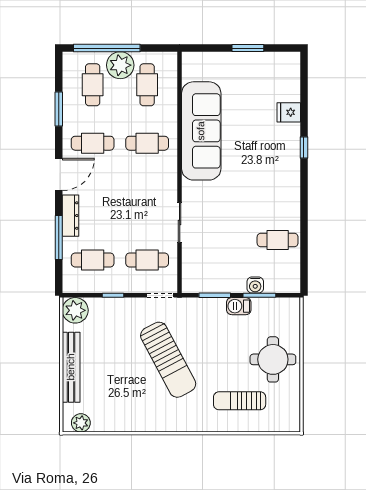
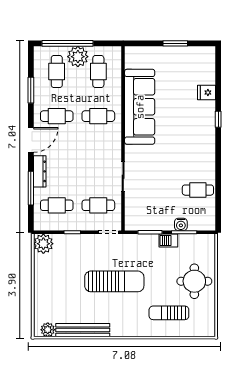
sun lounger: (168, 360) -> (114, 281), turned -62
bench: (71, 367) -> (83, 330), moved, turned 90

